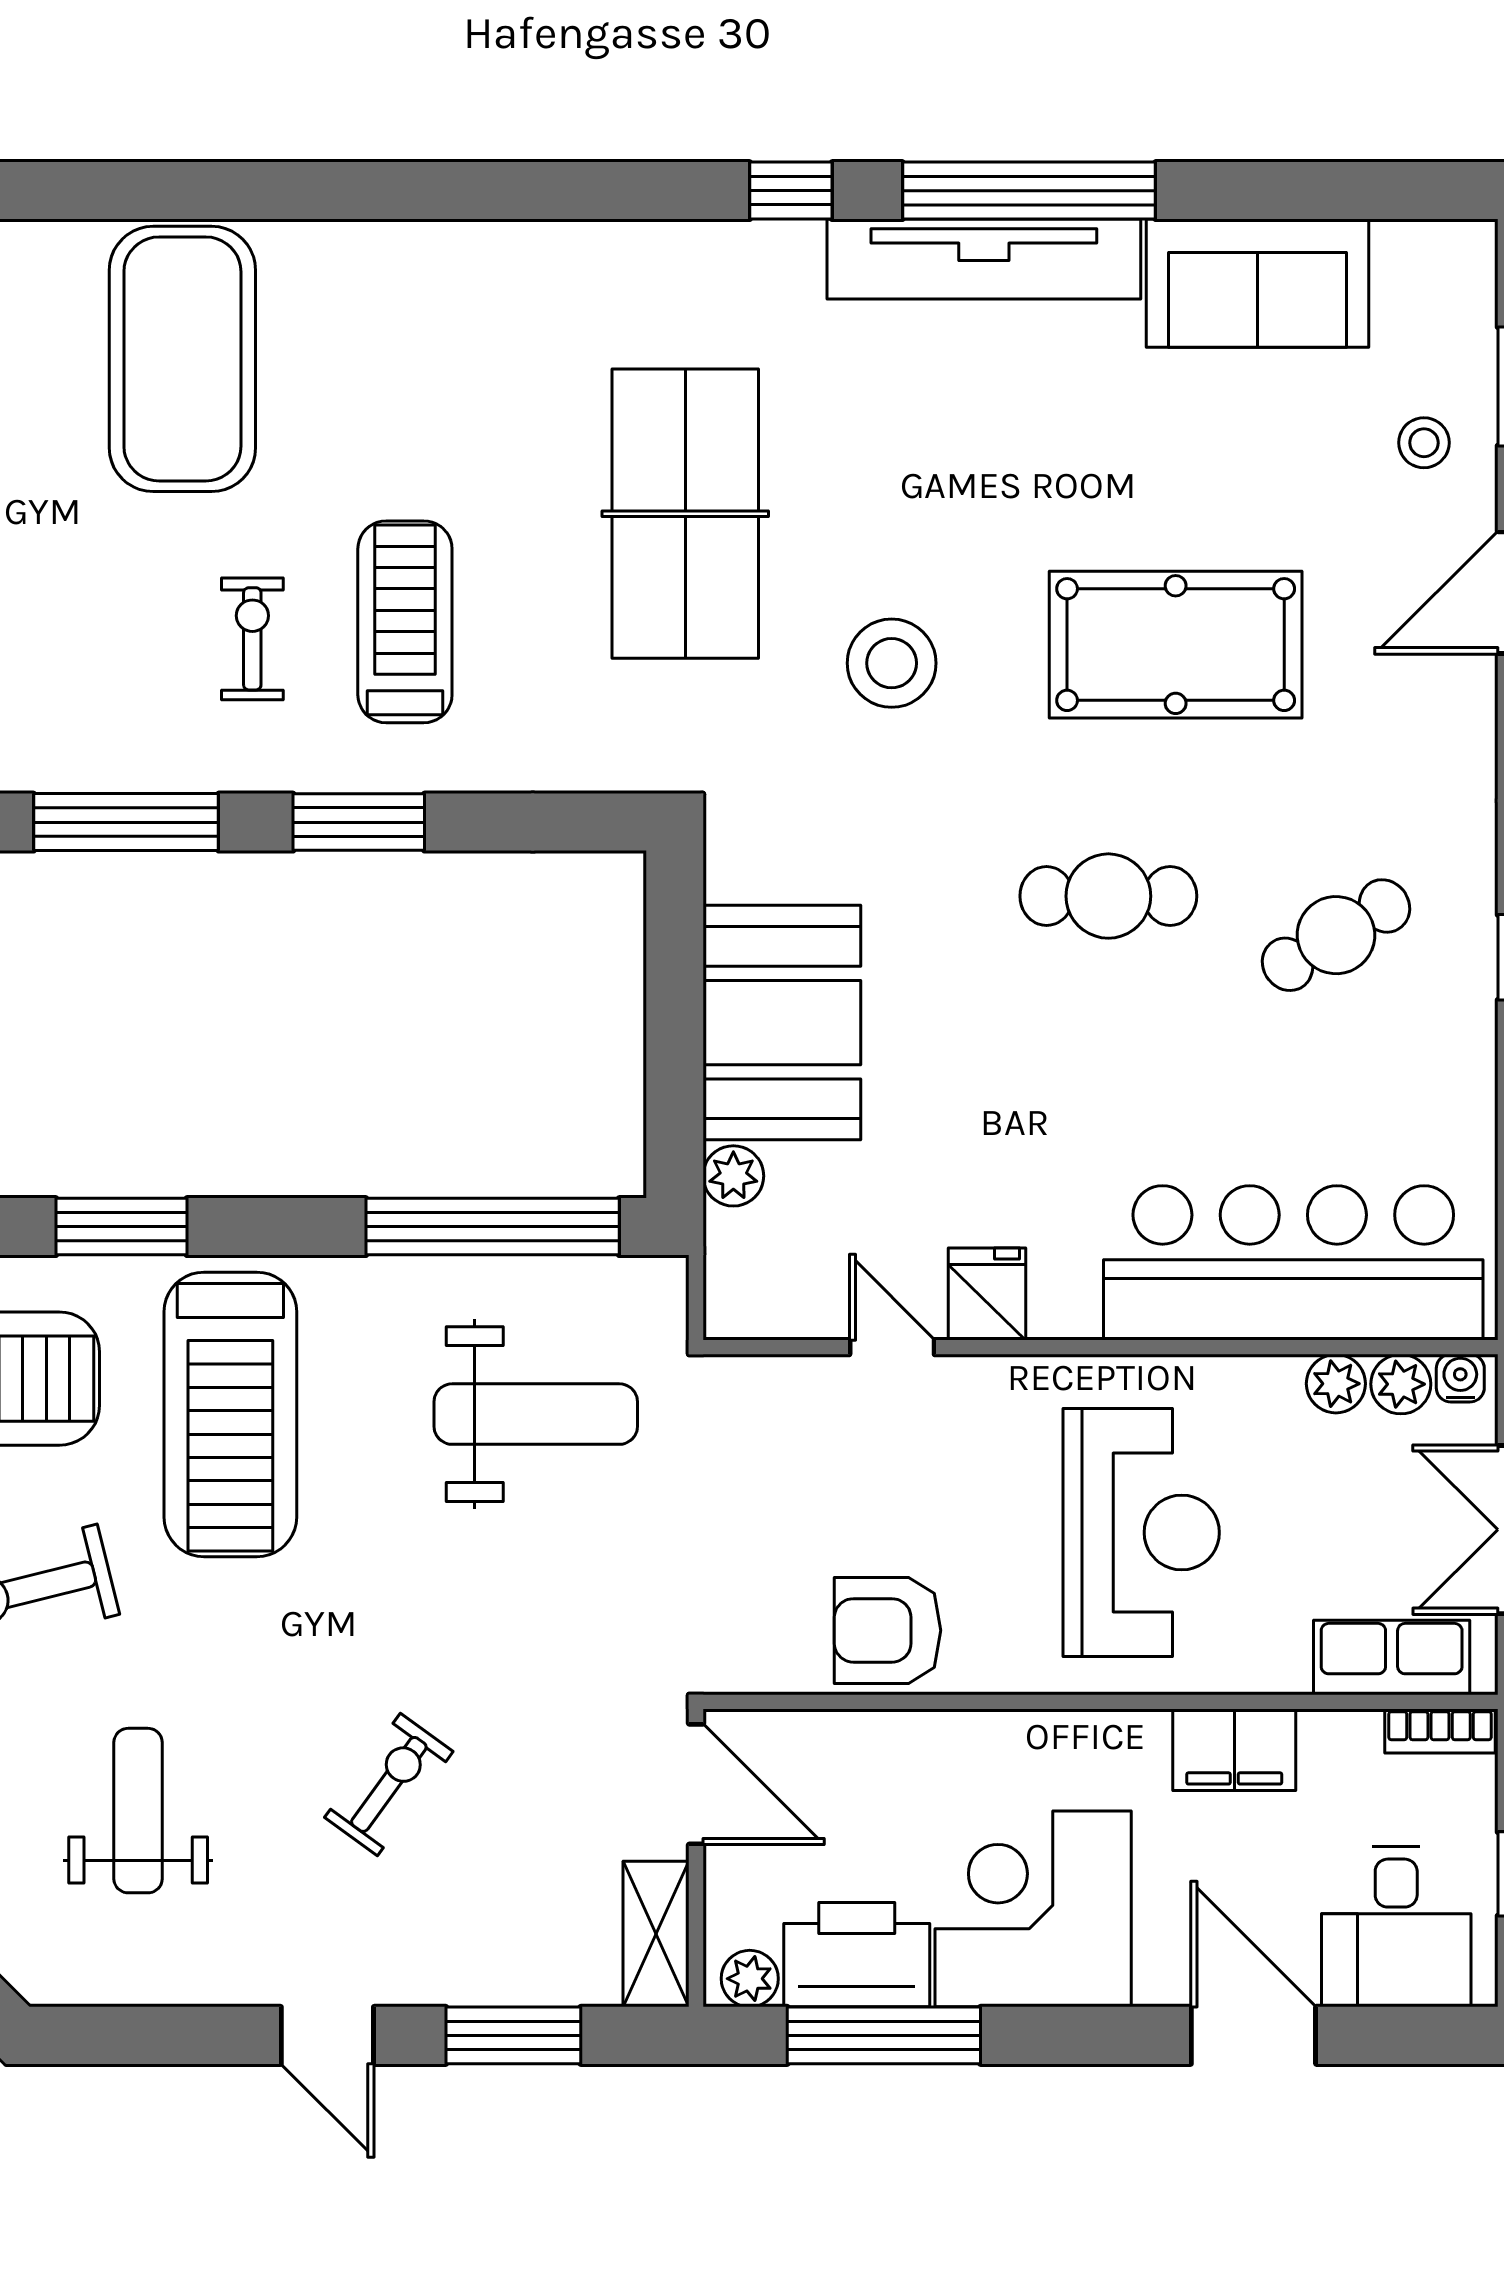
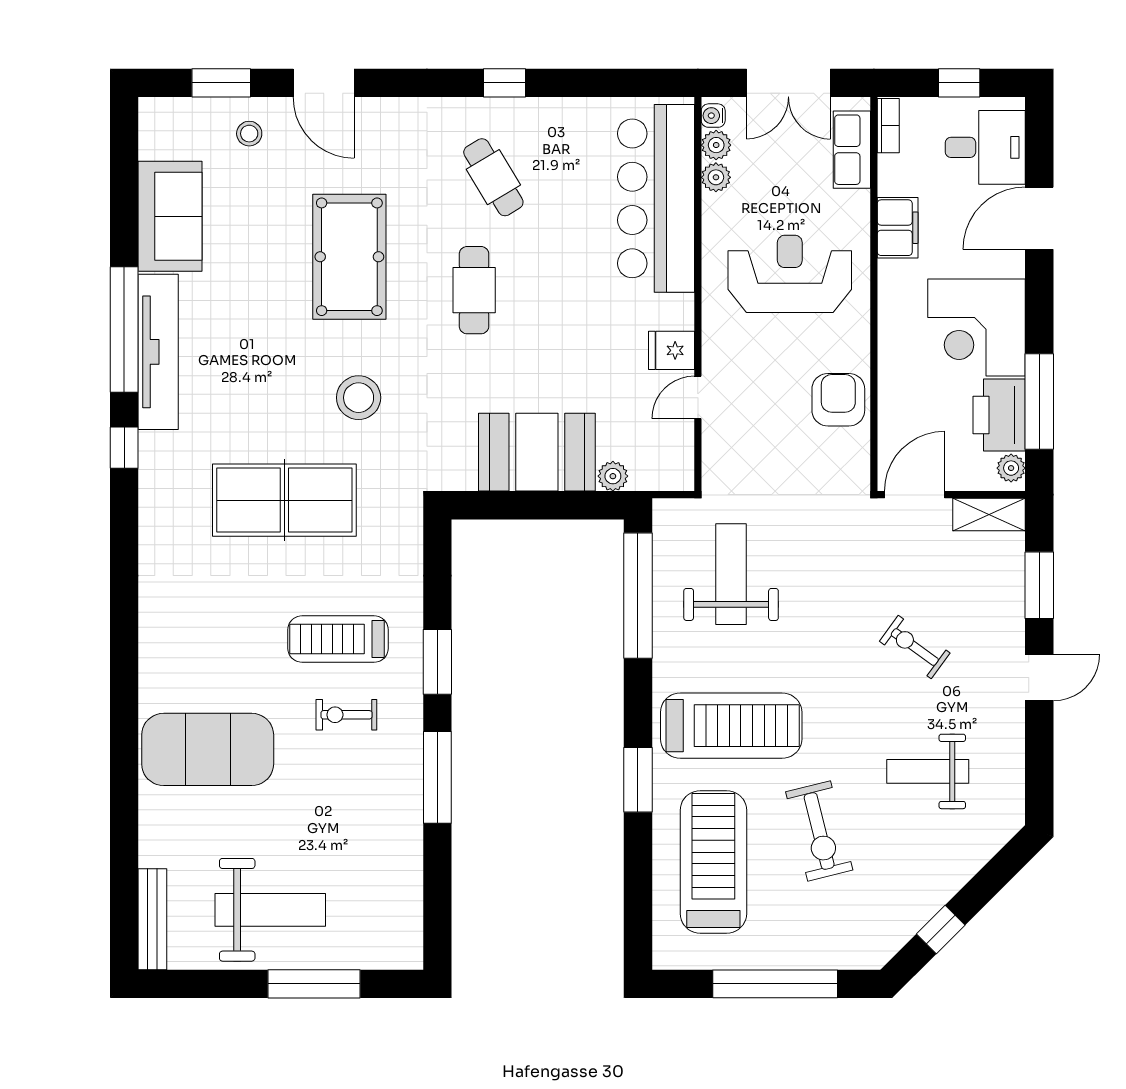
armchair: (888, 1630) -> (838, 400), turned 180

